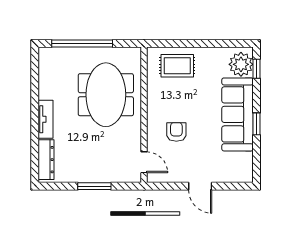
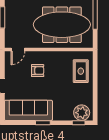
meeting table: (106, 95) -> (62, 25), width x1.36
sofa: (237, 114) -> (28, 110), moved

